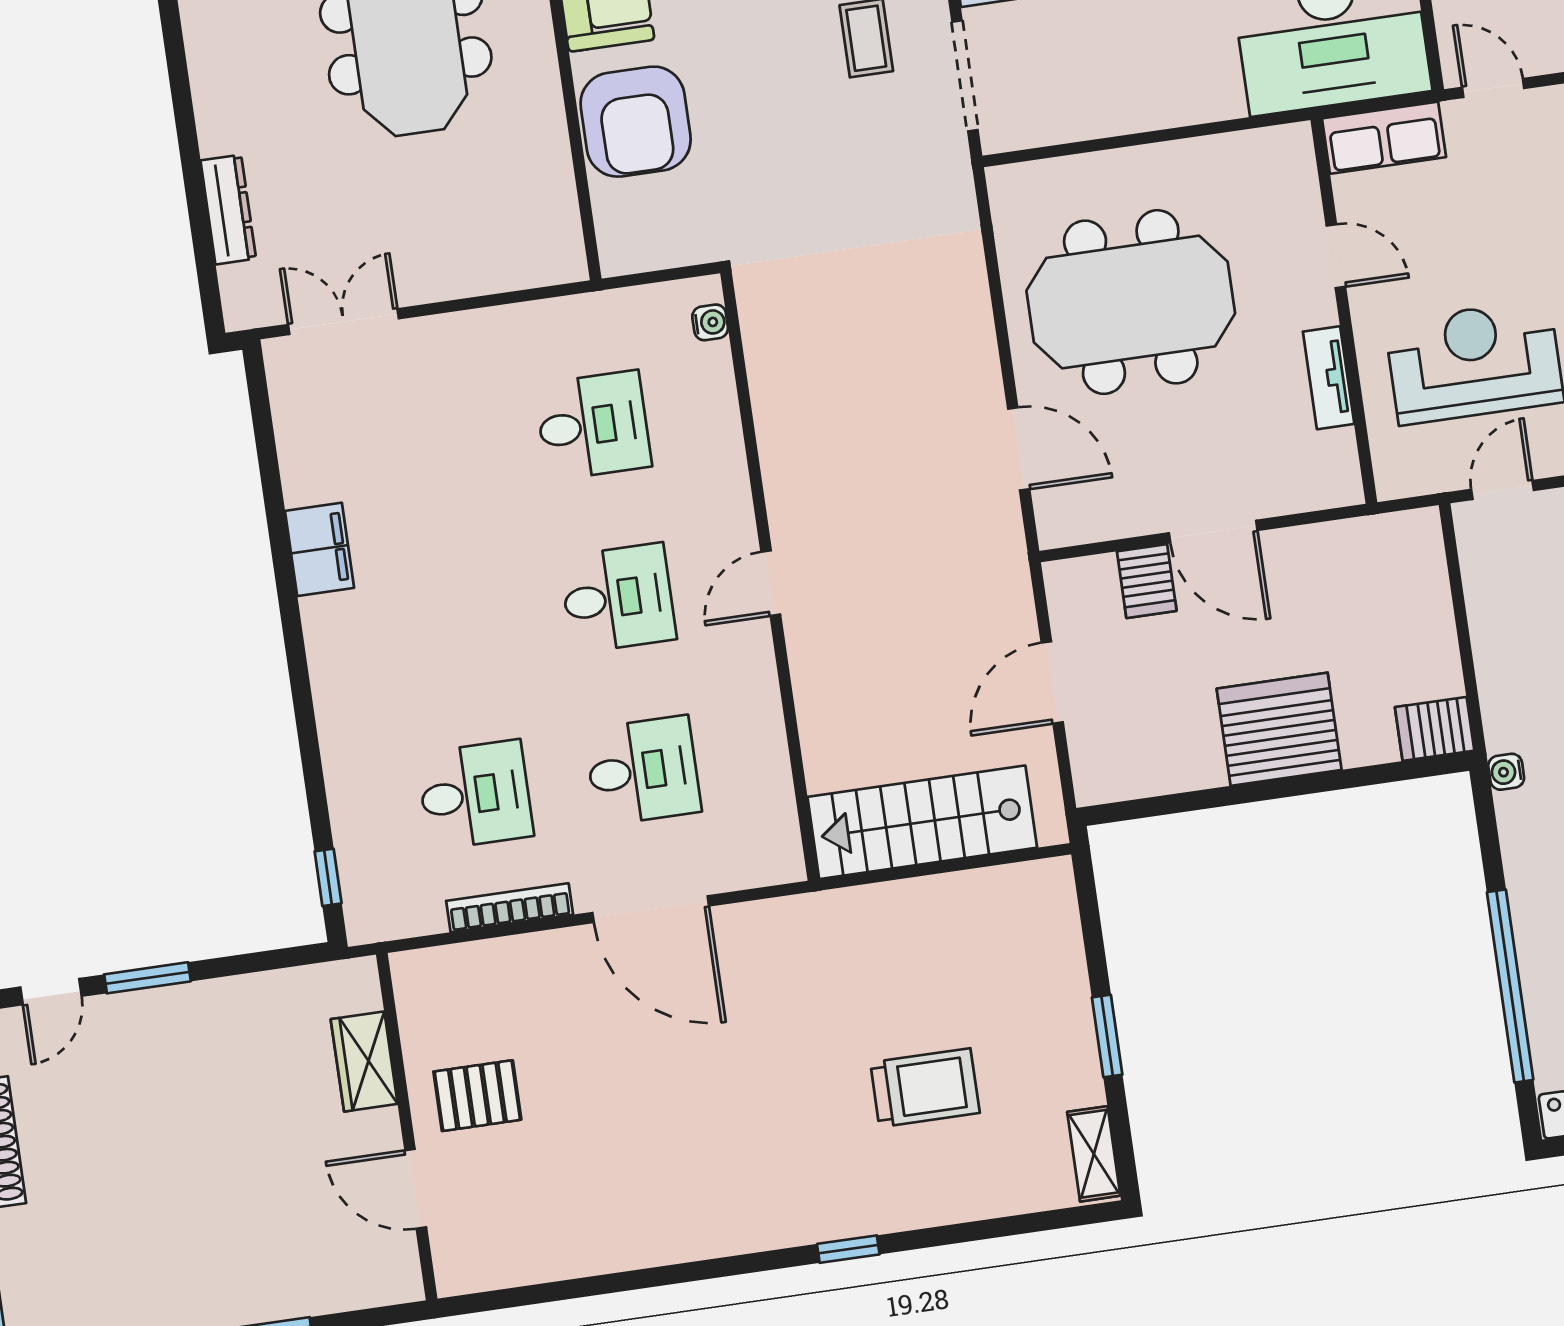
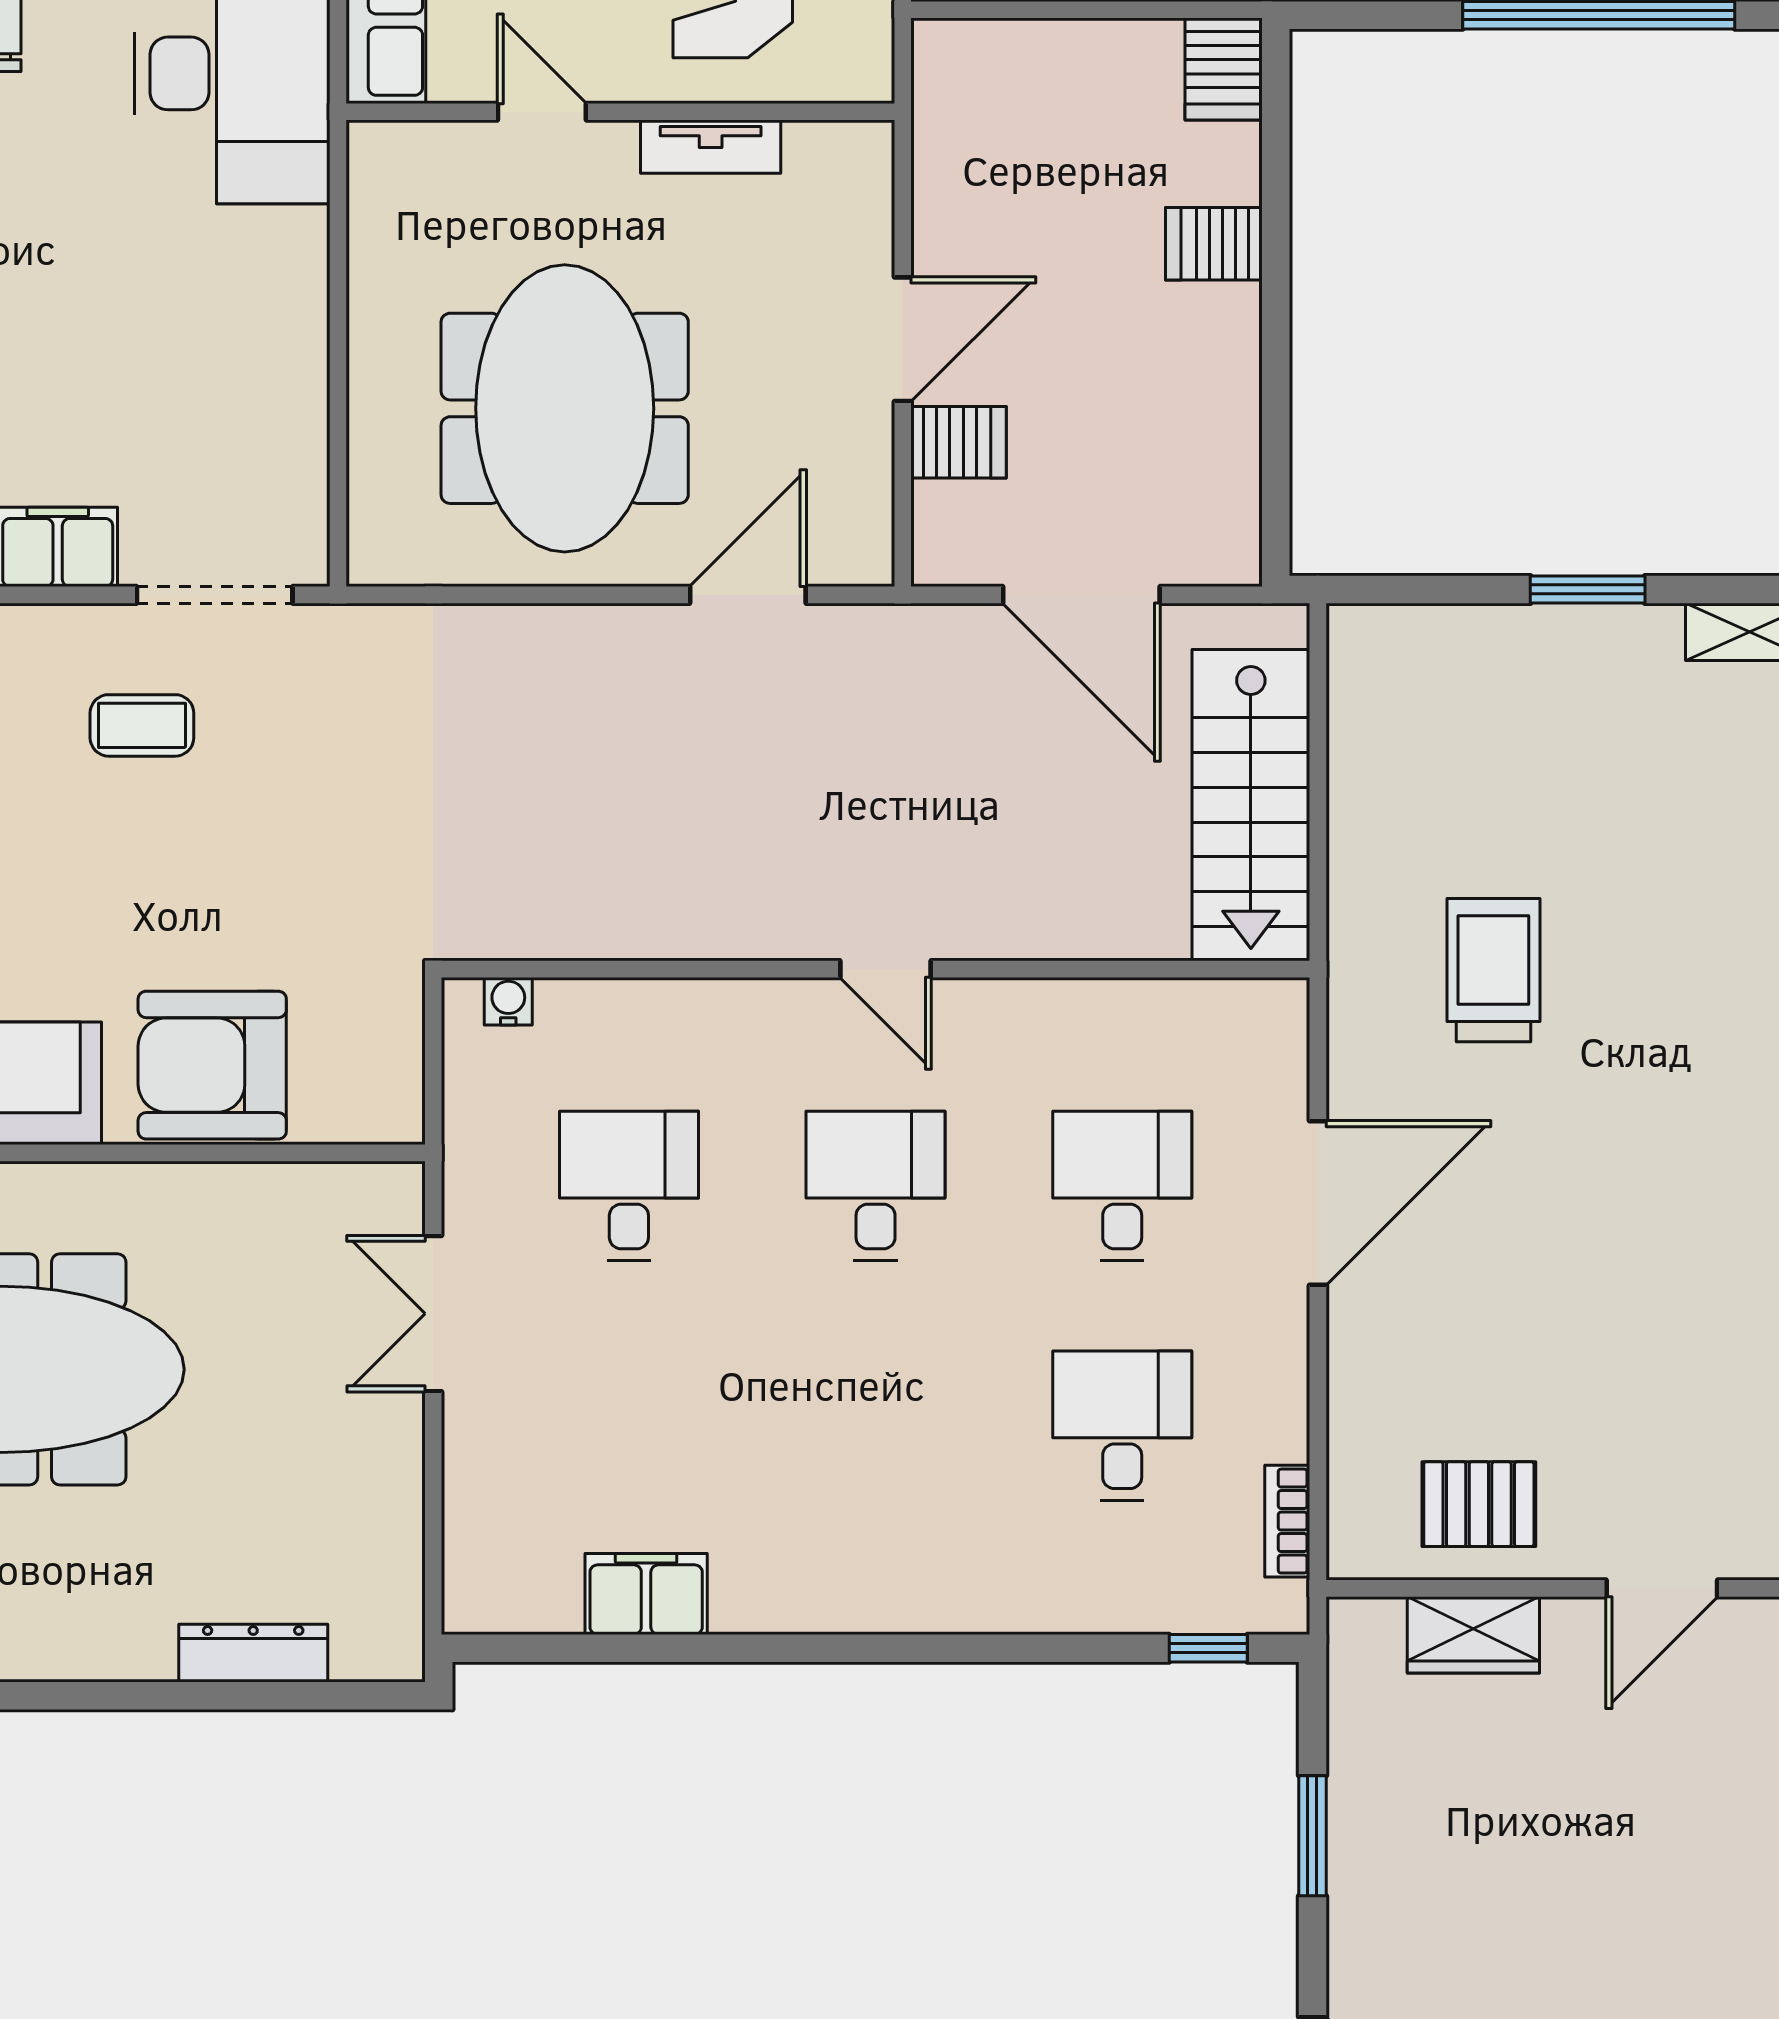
armchair: (636, 122) -> (212, 1065), turned 180
door: (1336, 256) -> (542, 112), hinge flipped
double door: (343, 322) -> (433, 1314), moved
filing cabinet: (319, 549) -> (646, 1594), moved
door: (1052, 682) -> (1081, 595), width x1.36
server rack: (1279, 729) -> (1214, 244), width x0.46, depth x0.70
bookcase: (510, 908) -> (1287, 1521), moved, width x0.64
window: (147, 978) -> (1312, 1836), moved
trolley: (925, 1088) -> (1493, 970), moved
pallet: (477, 1096) -> (1479, 1504), moved, turned 90

